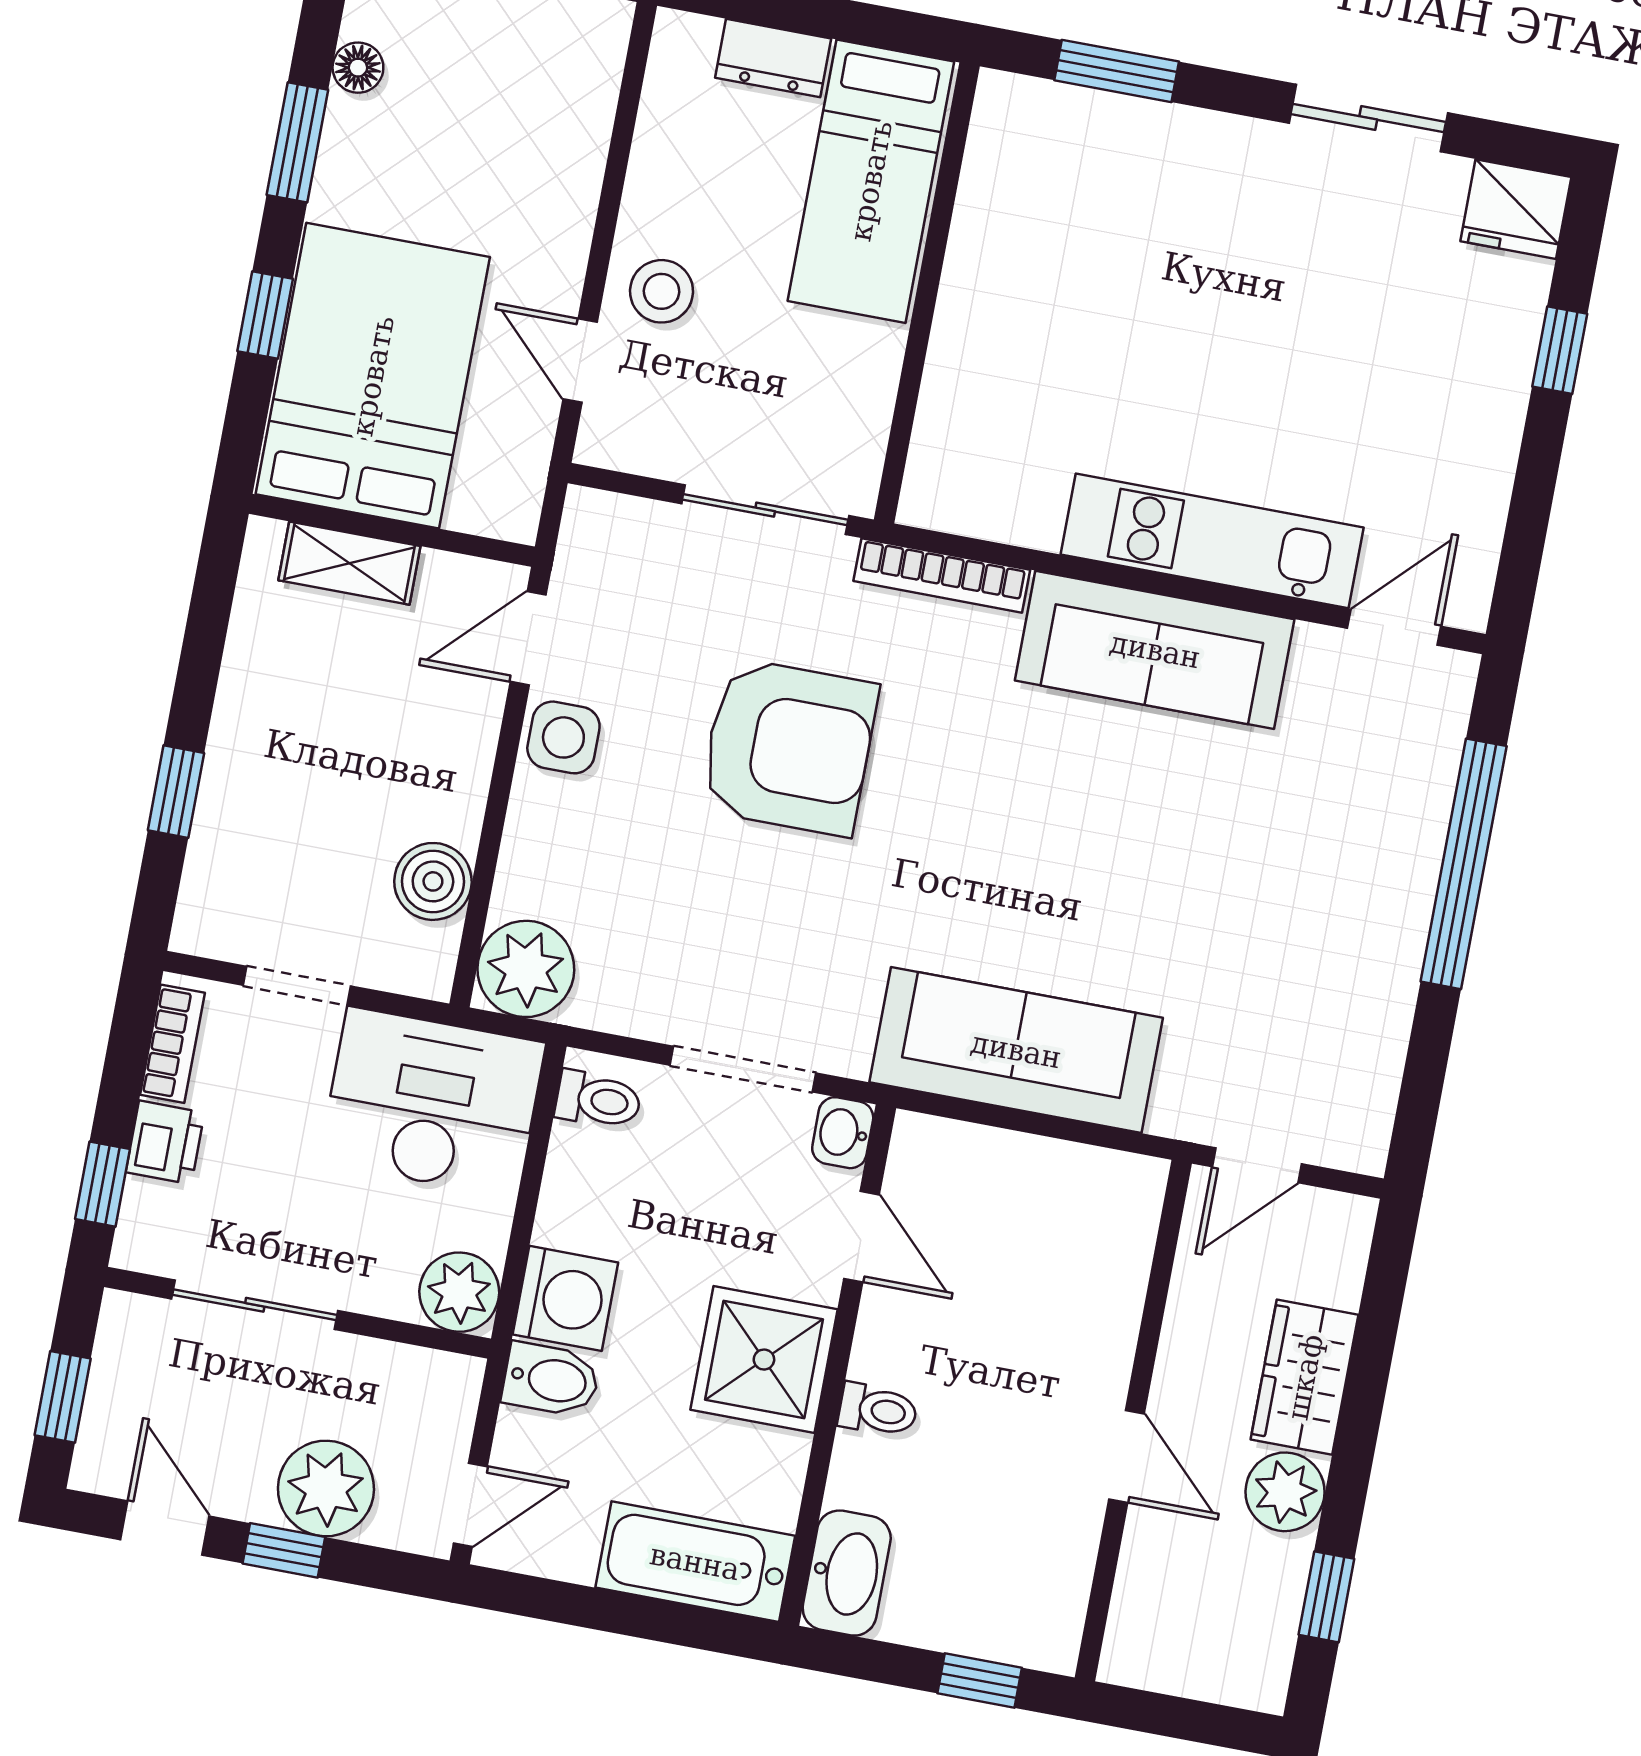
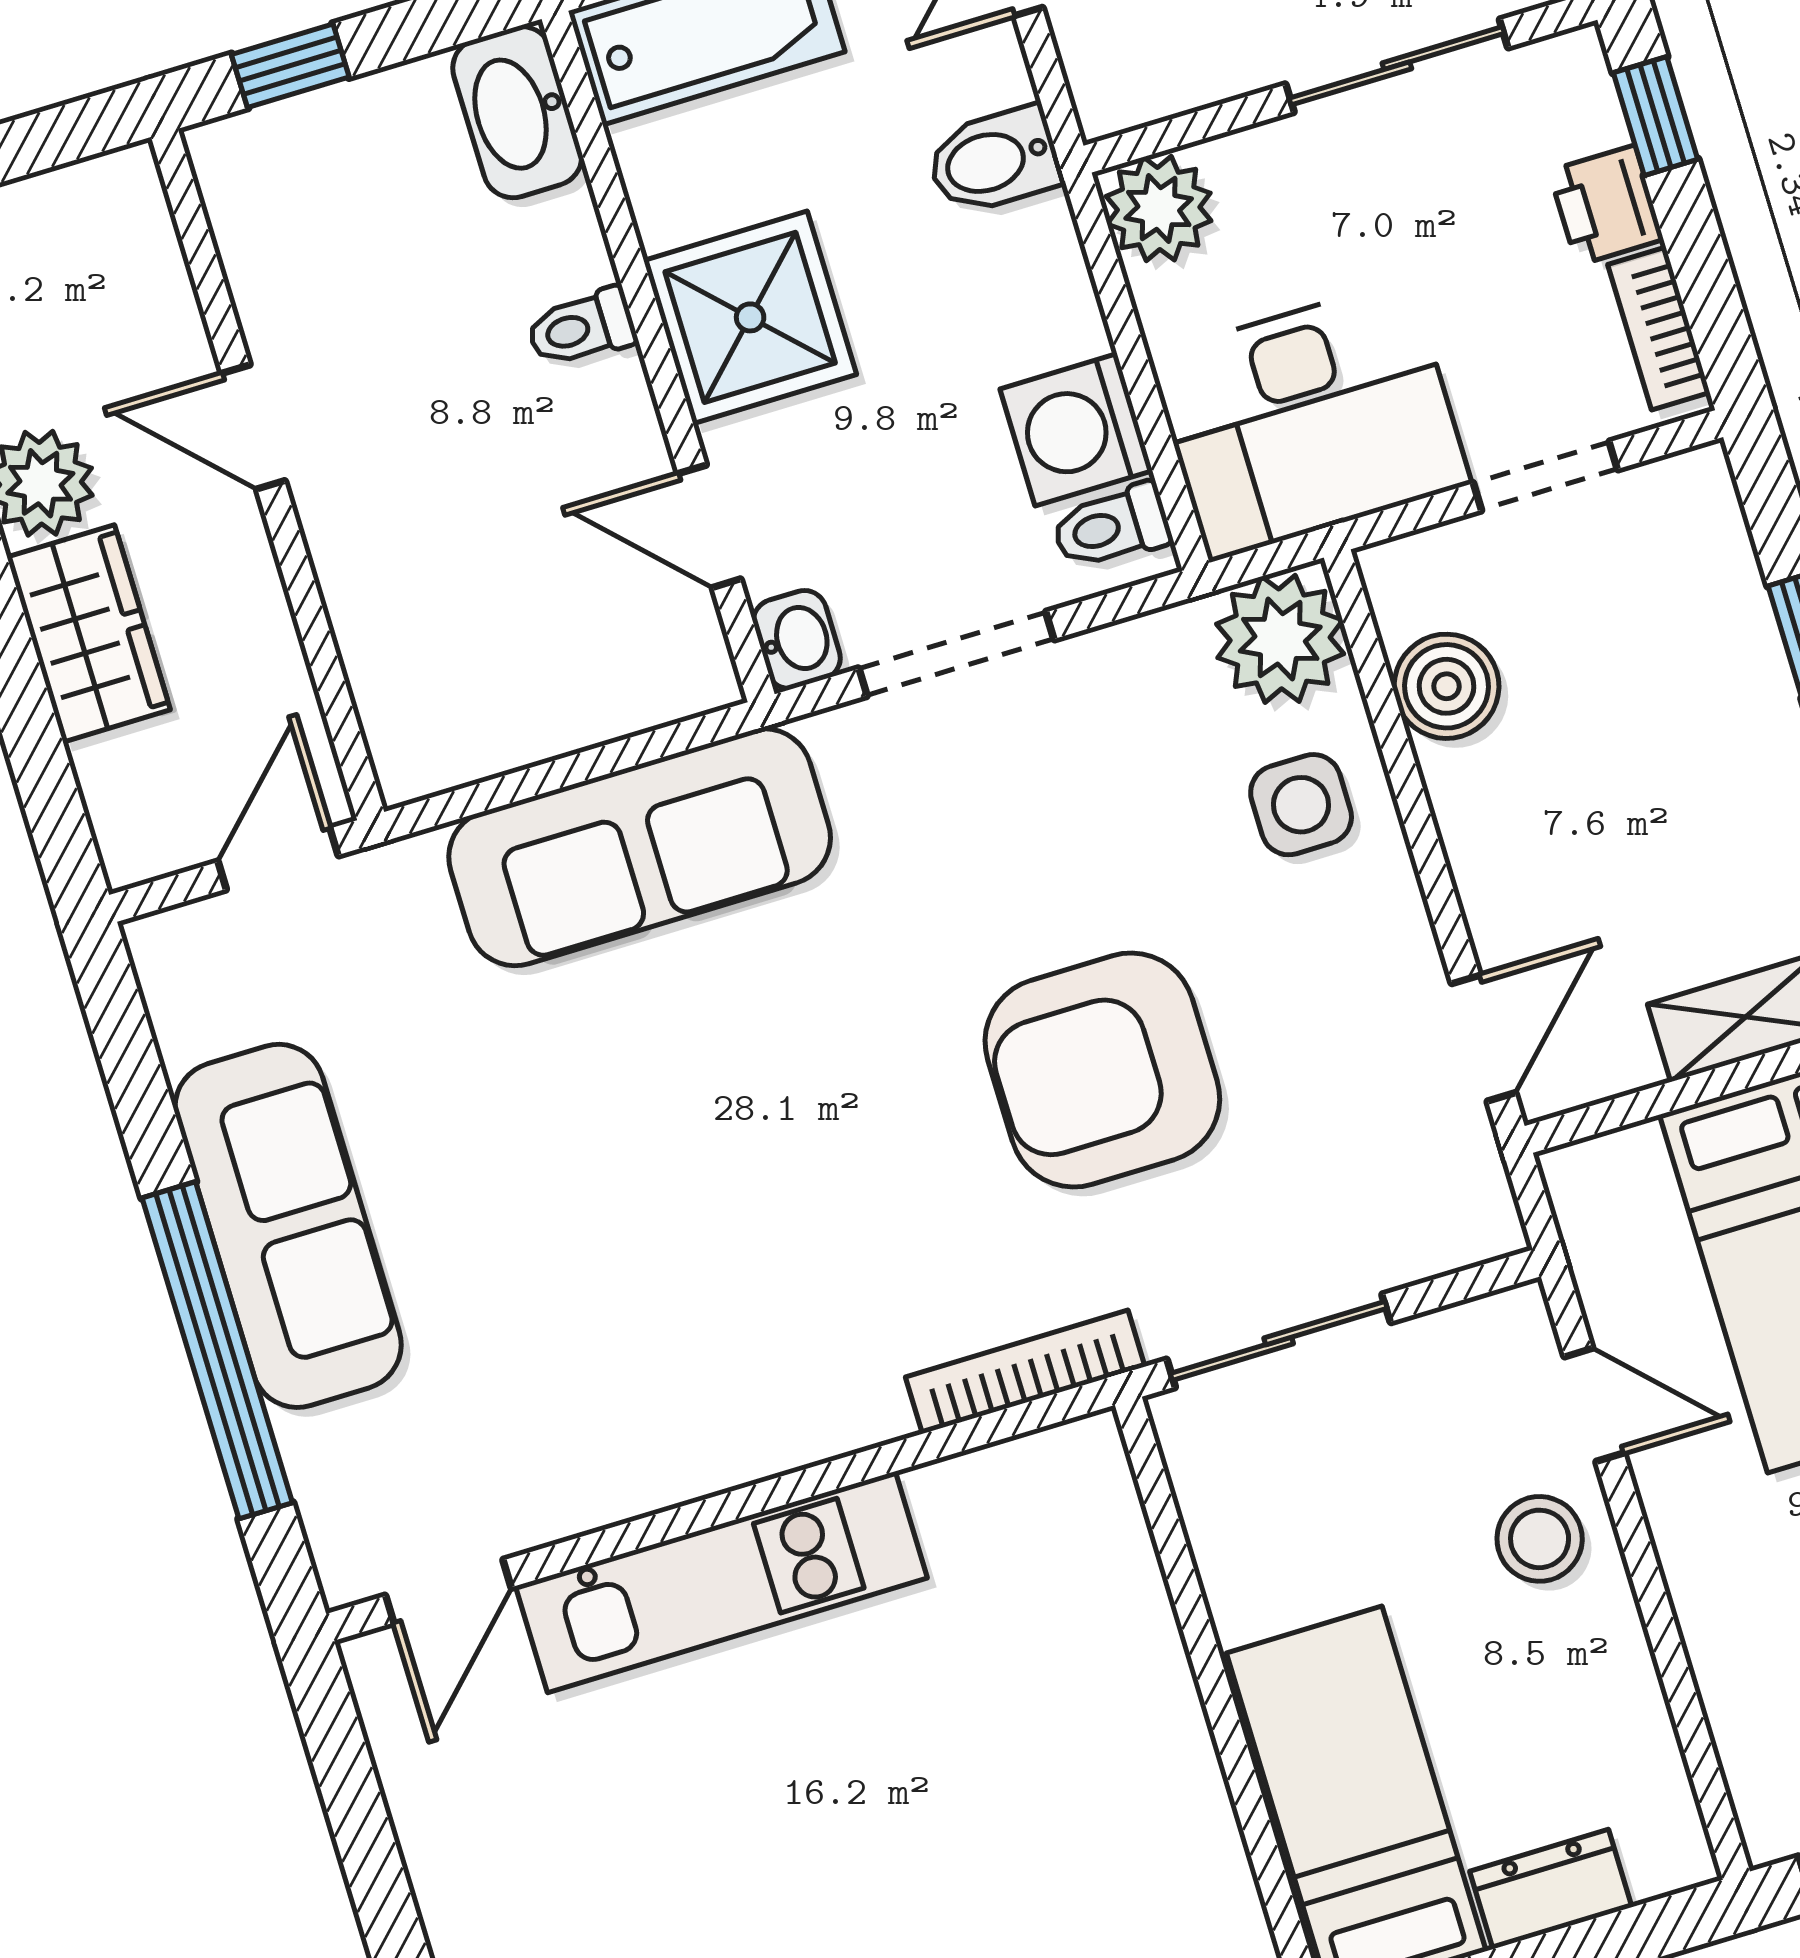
sofa: (1155, 650) -> (288, 1226), moved, turned 90
side table: (563, 737) -> (1301, 805), moved
washing machine: (565, 1298) -> (1076, 430), moved

